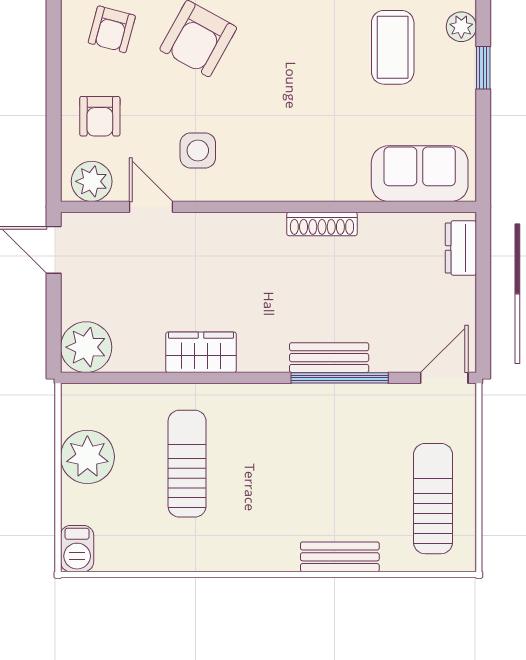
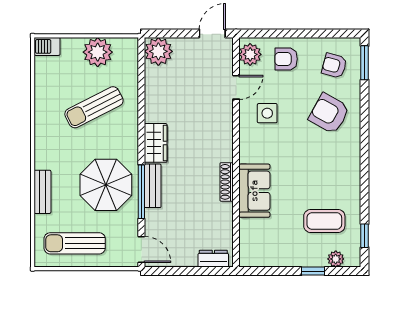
sofa: (420, 174) -> (254, 191), moved
wardrobe: (201, 352) -> (156, 143), moved
parasol: (327, 442) -> (106, 185), added
sun lounger: (187, 464) -> (94, 107), turned 153
sun lounger: (433, 499) -> (75, 243), turned 180

